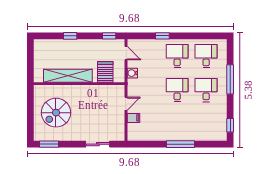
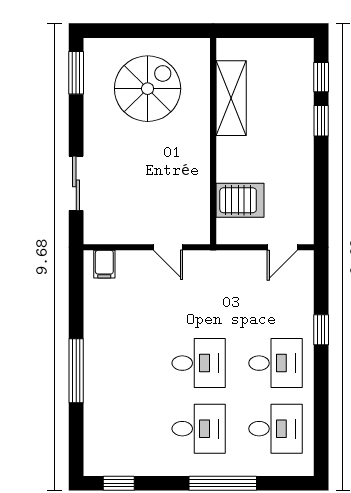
window: (109, 36) -> (321, 77), moved
water cooler: (132, 73) -> (237, 262), removed
shelving: (68, 76) -> (231, 98), width x0.68
spiral stairs: (56, 113) -> (148, 89), turned 90
filing cabinet: (133, 118) -> (104, 264), moved

